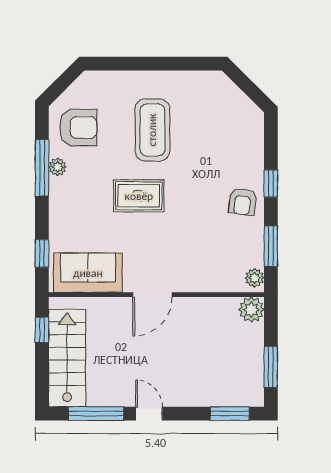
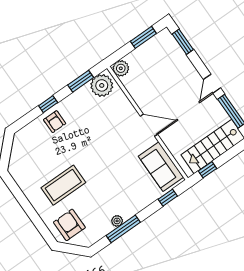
armchair: (78, 127) -> (69, 225), moved
rug: (139, 196) -> (103, 168), removed
armchair: (243, 202) -> (55, 122), moved, turned 83
plant: (255, 278) -> (102, 85), width x1.88, depth x1.88

